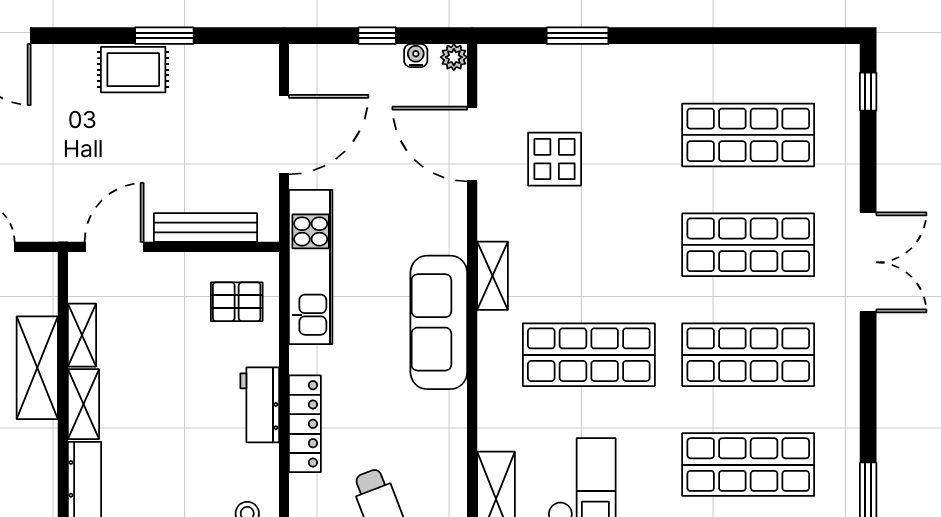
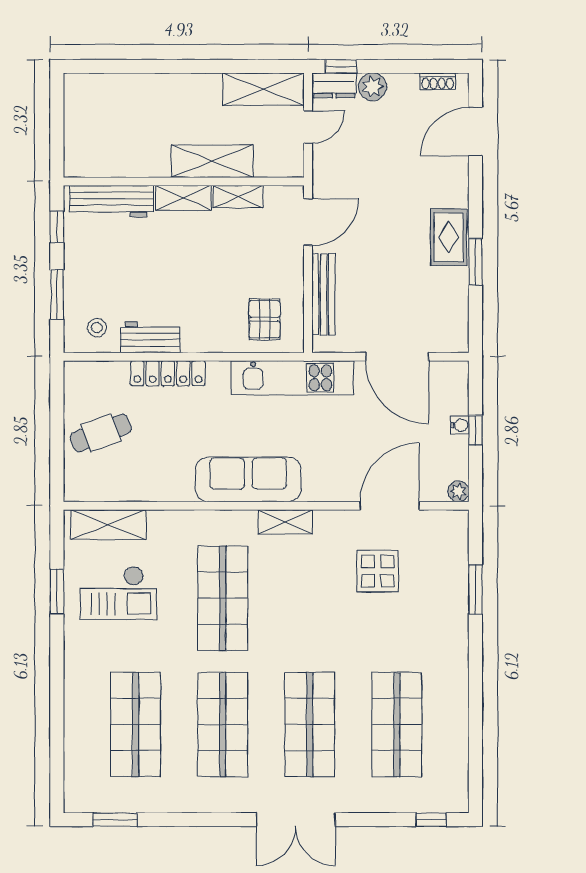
water cooler: (416, 56) -> (460, 425), moved
door: (114, 247) -> (308, 222), hinge flipped
workbench: (260, 405) -> (150, 337), moved

